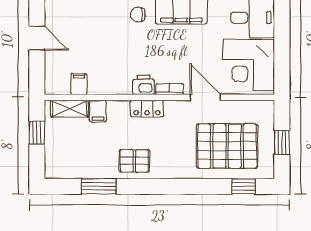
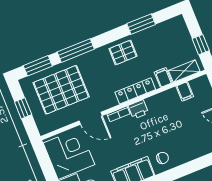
locker: (147, 109) -> (135, 91), width x1.53
window: (190, 186) -> (76, 51), added
window: (244, 186) -> (38, 66), width x1.50

